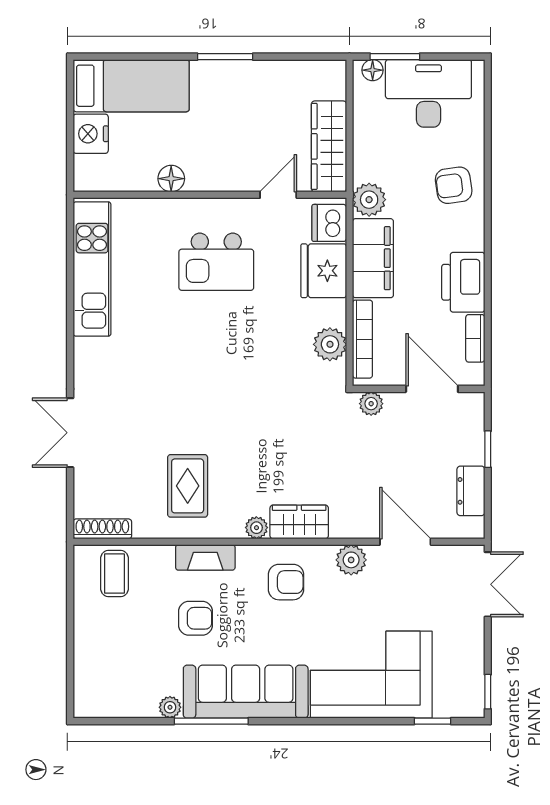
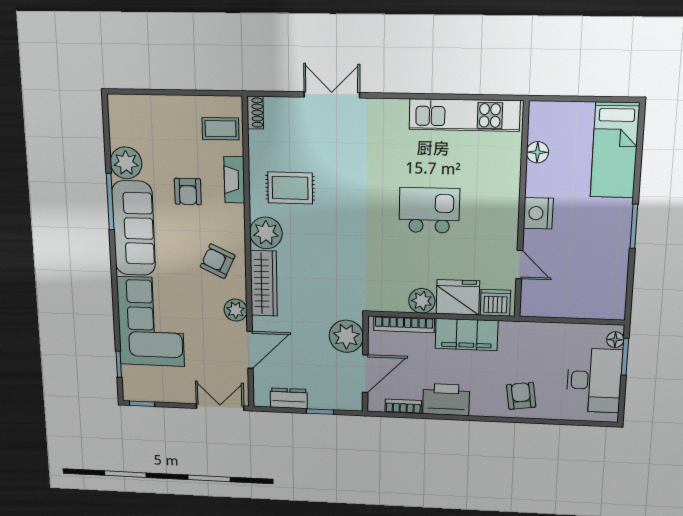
nightstand: (91, 134) -> (538, 213), moved, turned -90
wardrobe: (329, 146) -> (556, 305), removed
floor lamp: (171, 179) -> (537, 152), moved
plant: (369, 200) -> (513, 333), removed
kitchen island: (216, 262) -> (429, 210), moved, turned 90
plant: (330, 344) -> (422, 301), moved
plant: (371, 404) -> (346, 336), width x1.88, depth x1.88
wardrobe: (299, 522) -> (264, 283), width x1.50
plant: (256, 528) -> (266, 233), width x1.88, depth x1.88
shoe rack: (102, 529) -> (255, 113), width x0.70
fireplace: (205, 557) -> (234, 180), moved
armchair: (286, 582) -> (218, 261), turned 115
double door: (488, 584) -> (220, 407), swing flipped
plant: (170, 707) -> (126, 163), width x1.88, depth x1.88

